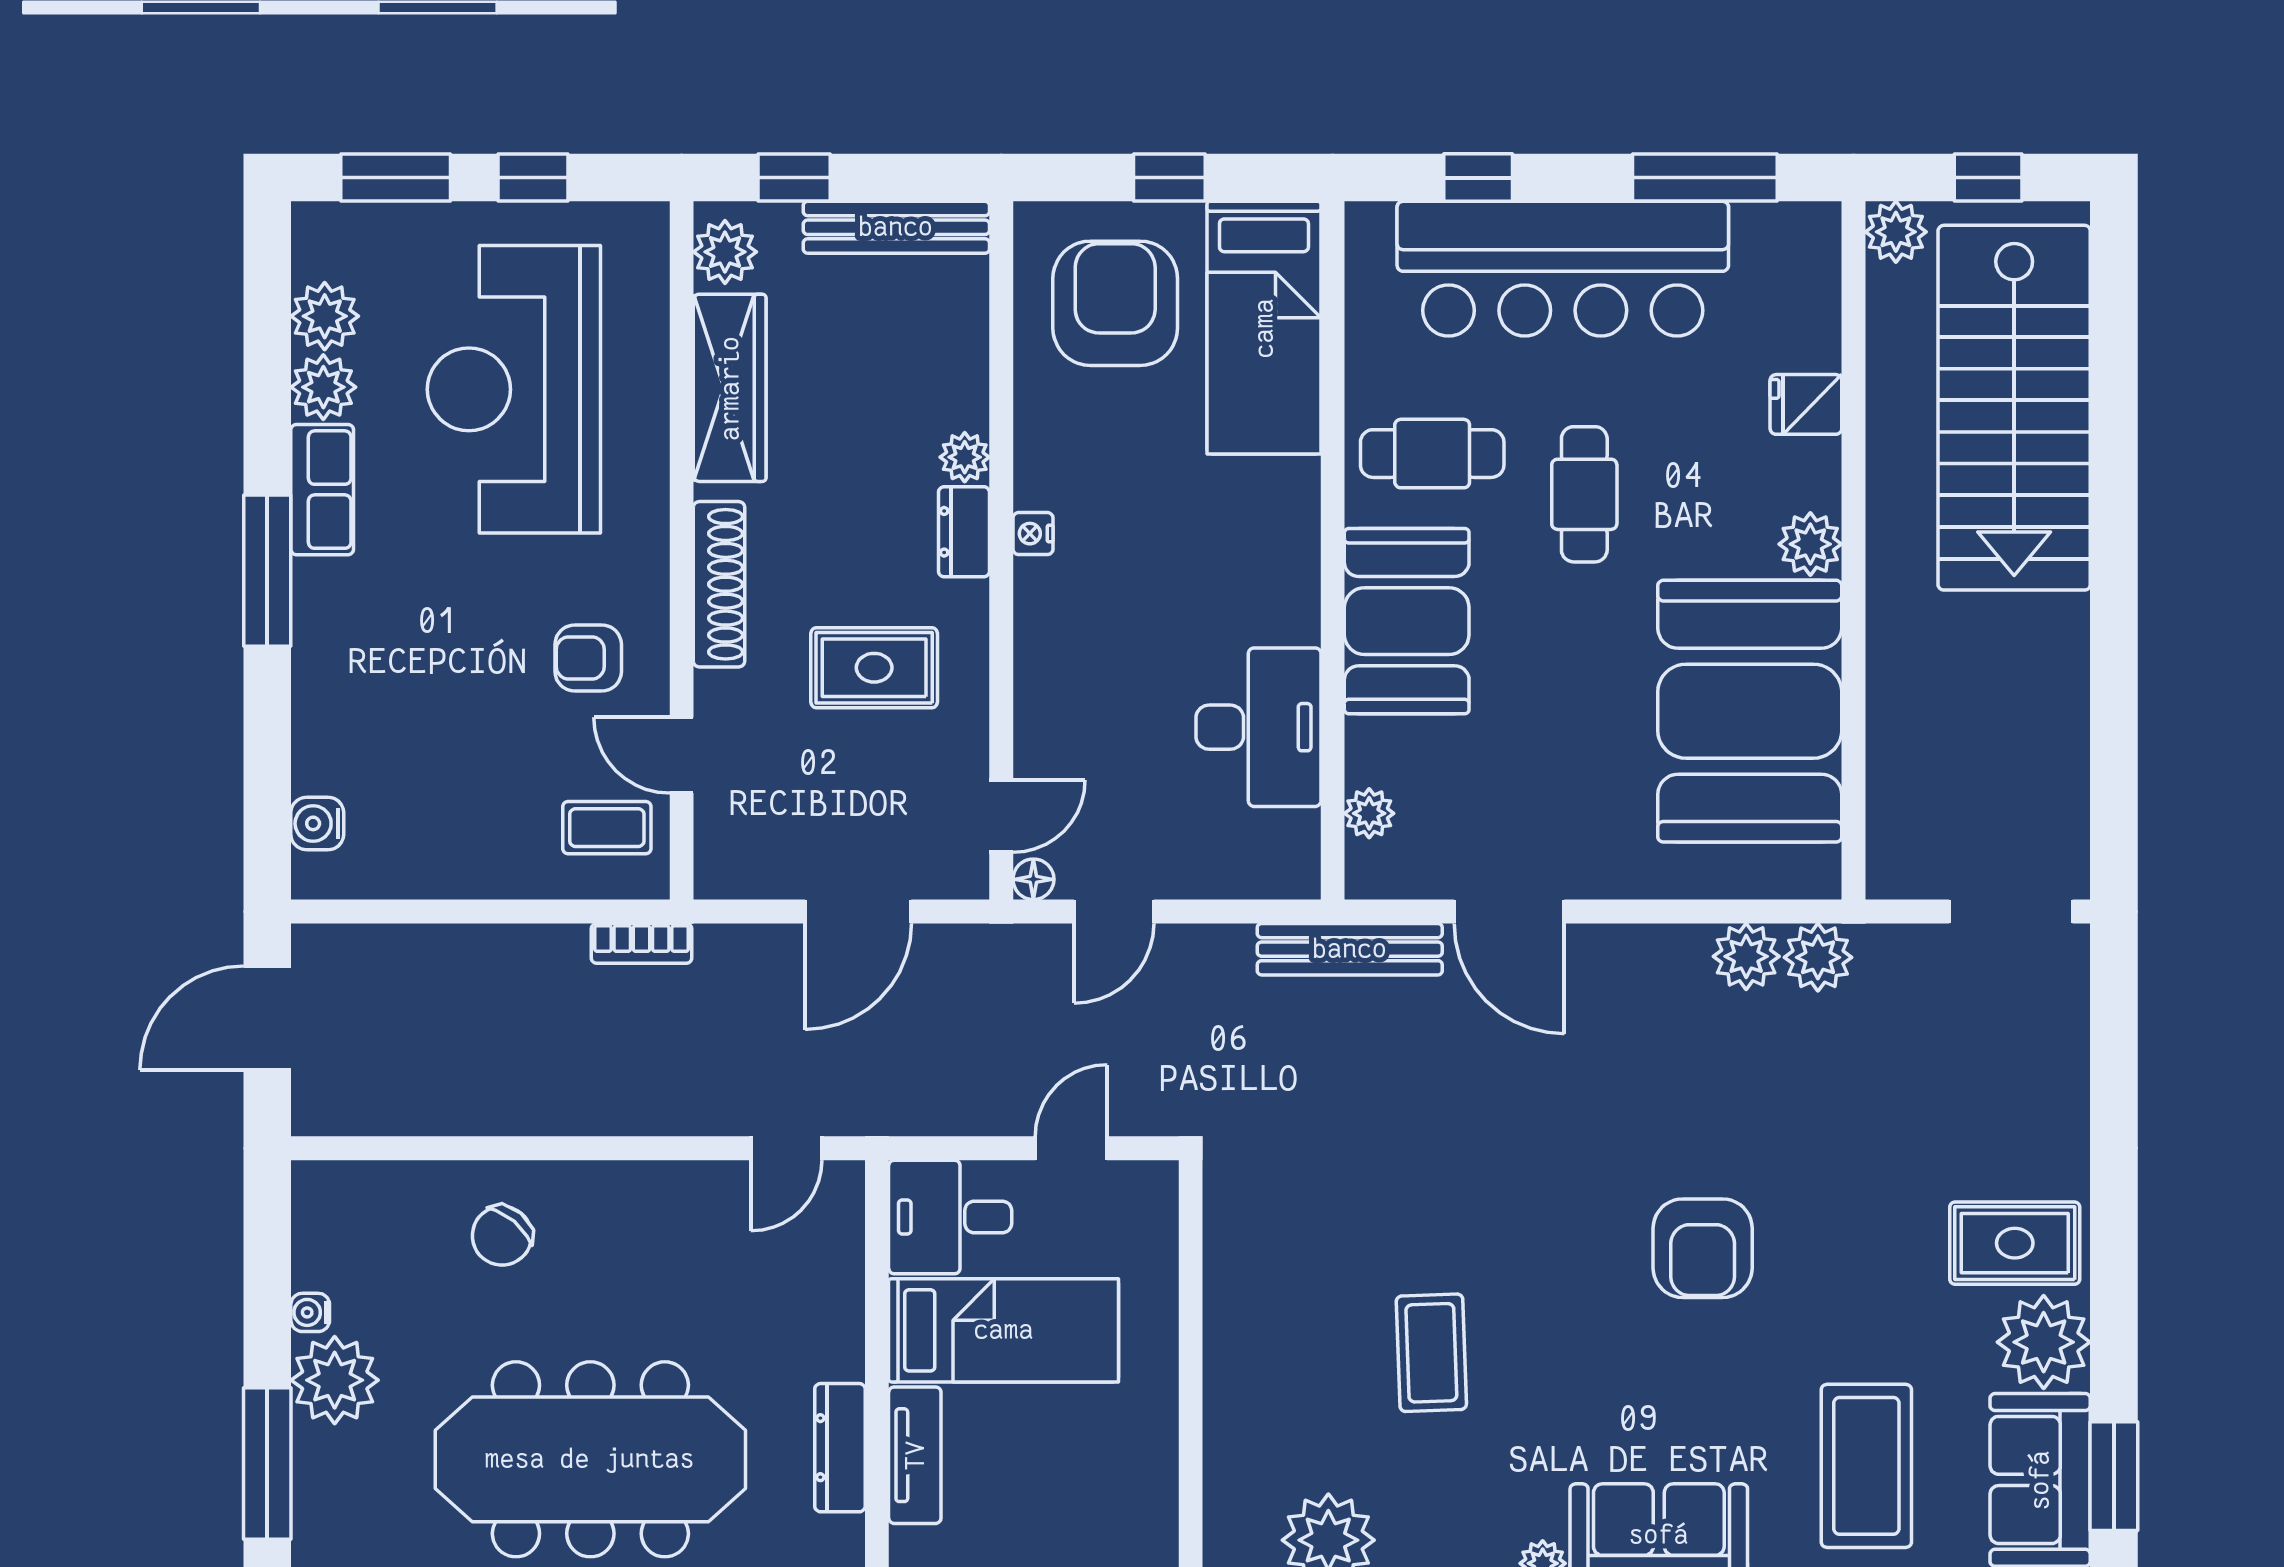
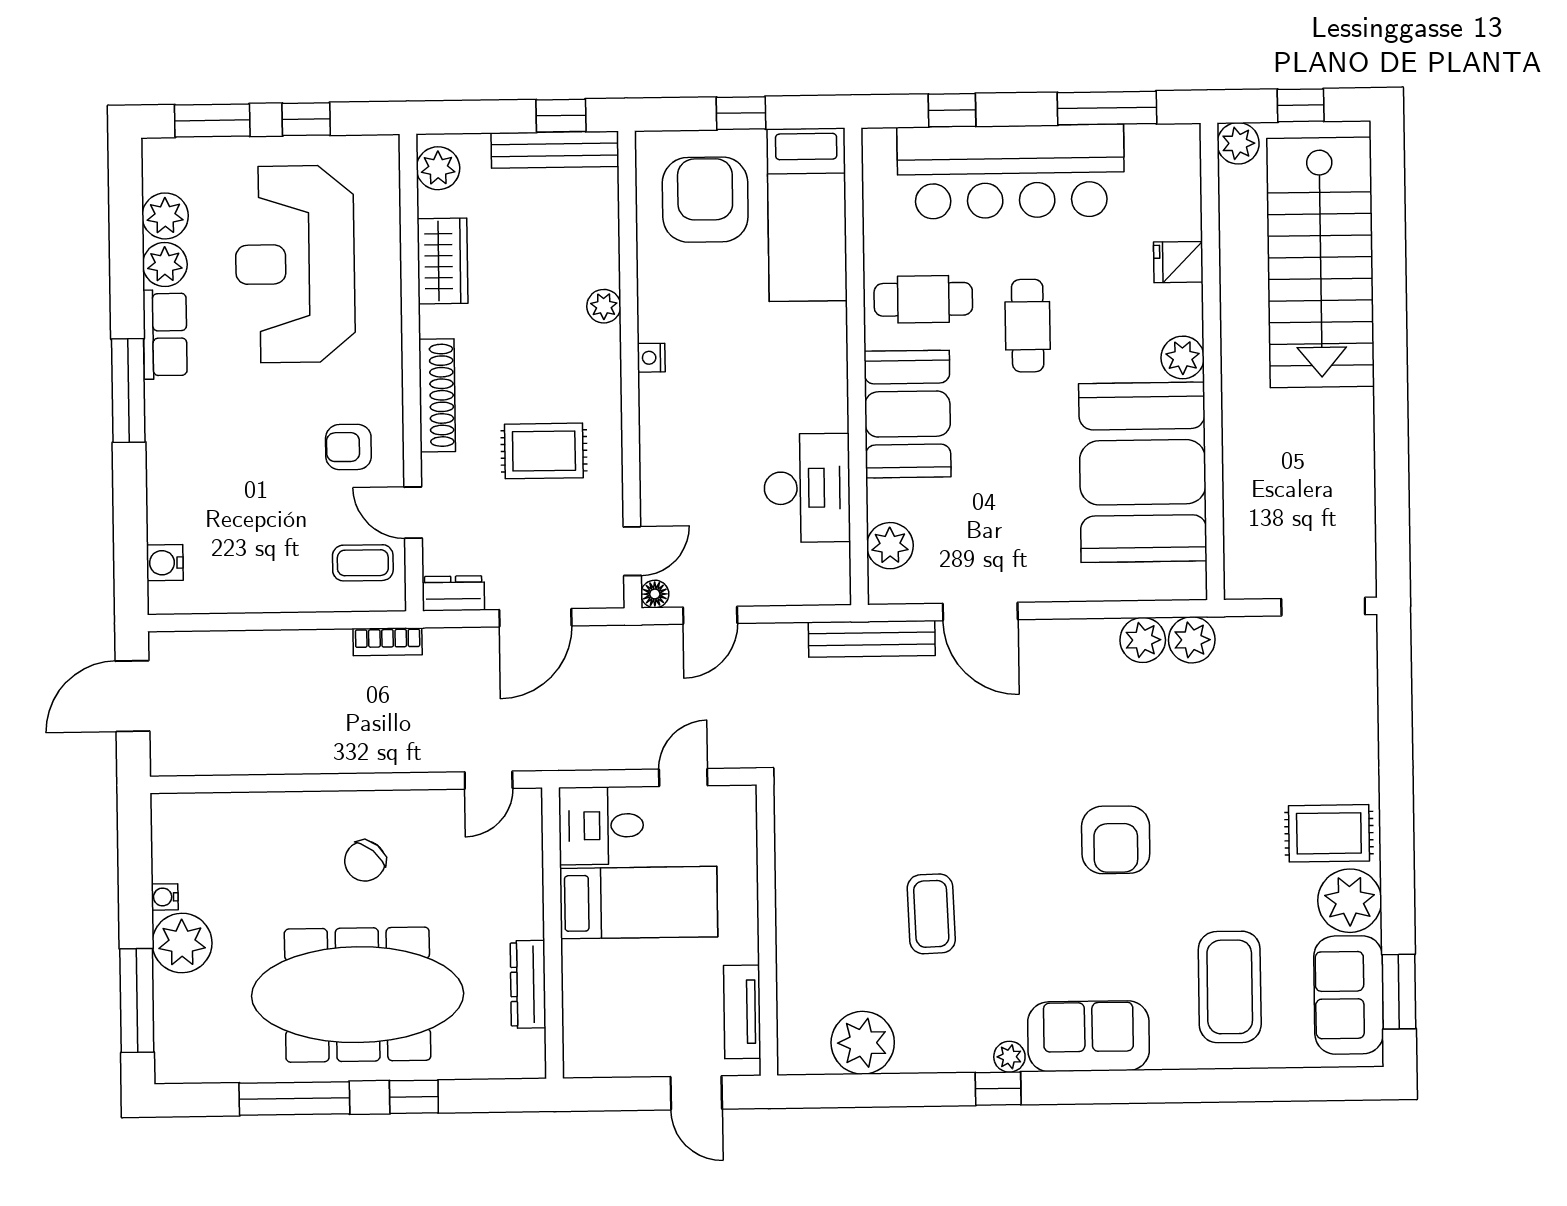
window: (794, 178) -> (561, 116), moved
wardrobe: (730, 388) -> (443, 261), width x0.67
dresser: (964, 532) -> (453, 593), moved, turned 90
plant: (1369, 813) -> (890, 546), width x1.38, depth x1.38
chair: (502, 1236) -> (365, 861), moved
tv unit: (915, 1455) -> (742, 1012), moved, turned 180

